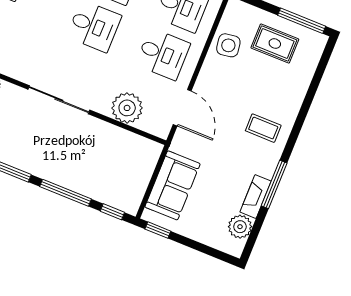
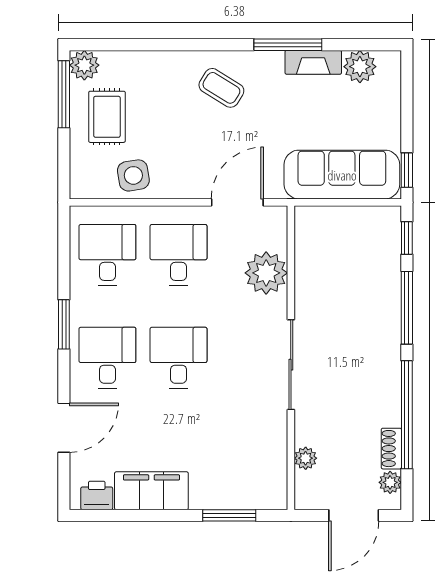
plant: (316, 42) -> (84, 65), added
coffee table: (263, 128) -> (221, 88), turned -58
sofa: (173, 185) -> (342, 175), width x1.36

